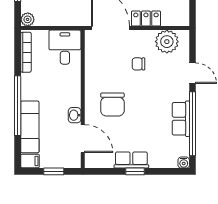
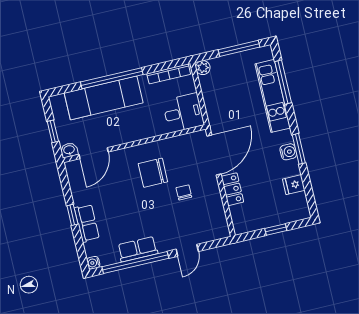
plant: (167, 42) -> (214, 216), removed
chair: (112, 104) -> (153, 173), moved
washbasin: (75, 115) -> (69, 150), moved
exam couch: (30, 127) -> (104, 98), width x1.36, depth x1.45
row of seats: (131, 160) -> (87, 223), moved
filing cabinet: (30, 161) -> (58, 104), removed

